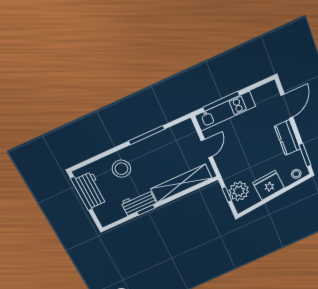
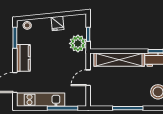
kitchen unit: (225, 111) -> (41, 100), moved
fridge: (269, 185) -> (58, 23), width x0.53, depth x0.75
plant: (239, 191) -> (78, 43), moved

